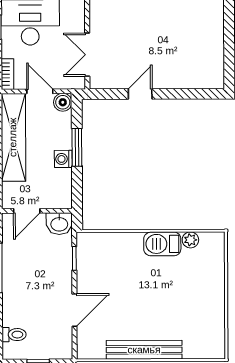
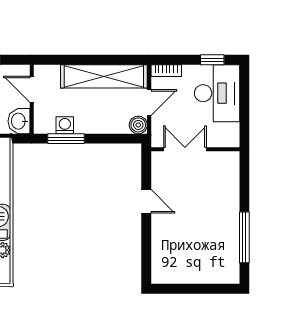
window: (77, 147) -> (66, 139), moved
washing machine: (63, 159) -> (65, 125), moved

